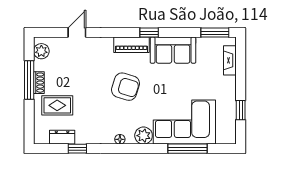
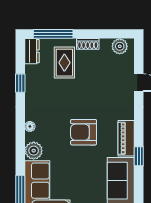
window: (29, 80) -> (53, 34), moved
armchair: (125, 87) -> (84, 132), turned 73
dresser: (62, 137) -> (32, 51), moved

